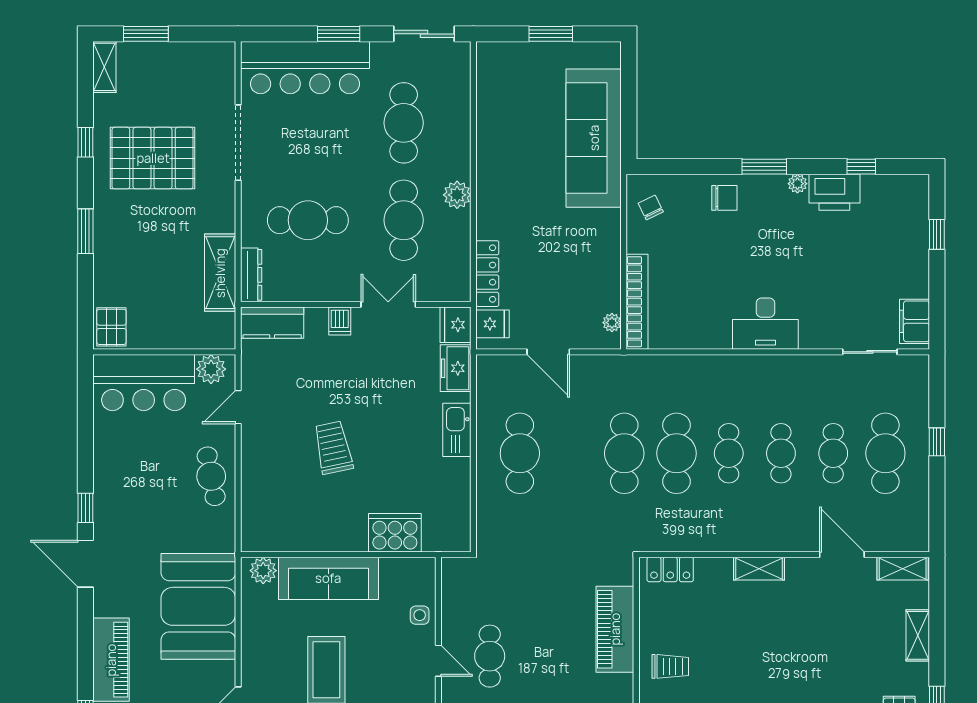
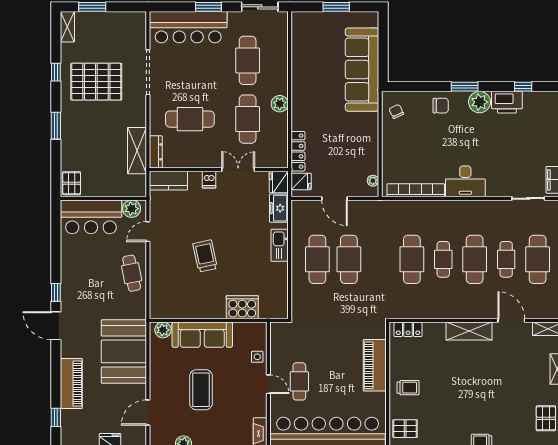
plant: (797, 184) -> (480, 102), width x1.88, depth x1.88
bookcase: (637, 302) -> (416, 190), moved, turned -90
cafe table: (624, 453) -> (349, 259), moved
cafe table: (781, 453) -> (475, 259), width x1.37, depth x1.35
shelving: (759, 569) -> (469, 331), width x1.50, depth x1.33

